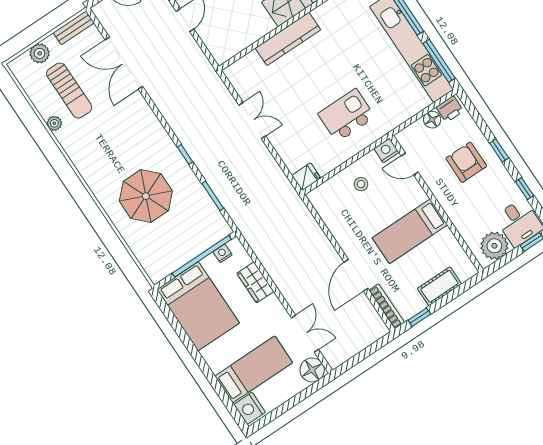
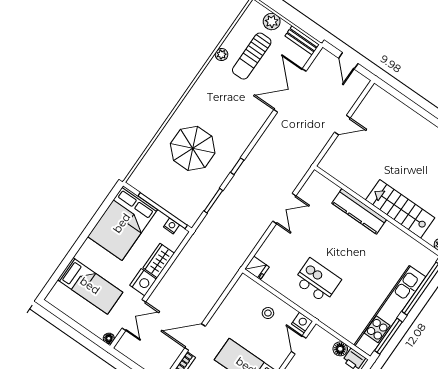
floor lamp: (312, 370) -> (109, 338), width x0.53, depth x0.53
nightstand: (250, 408) -> (143, 282), moved, turned 180

